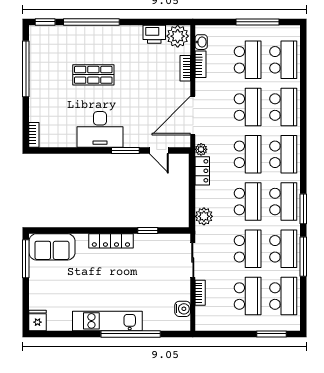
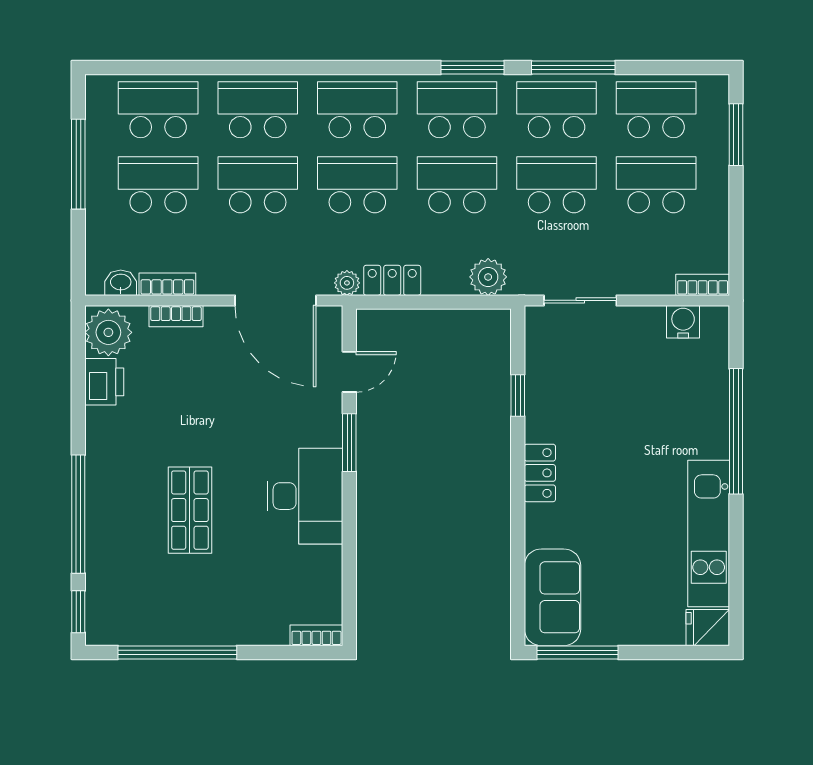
locker: (111, 241) -> (540, 473), width x0.66
bookcase: (200, 293) -> (703, 285), moved
kitchen unit: (107, 321) -> (709, 533), moved

